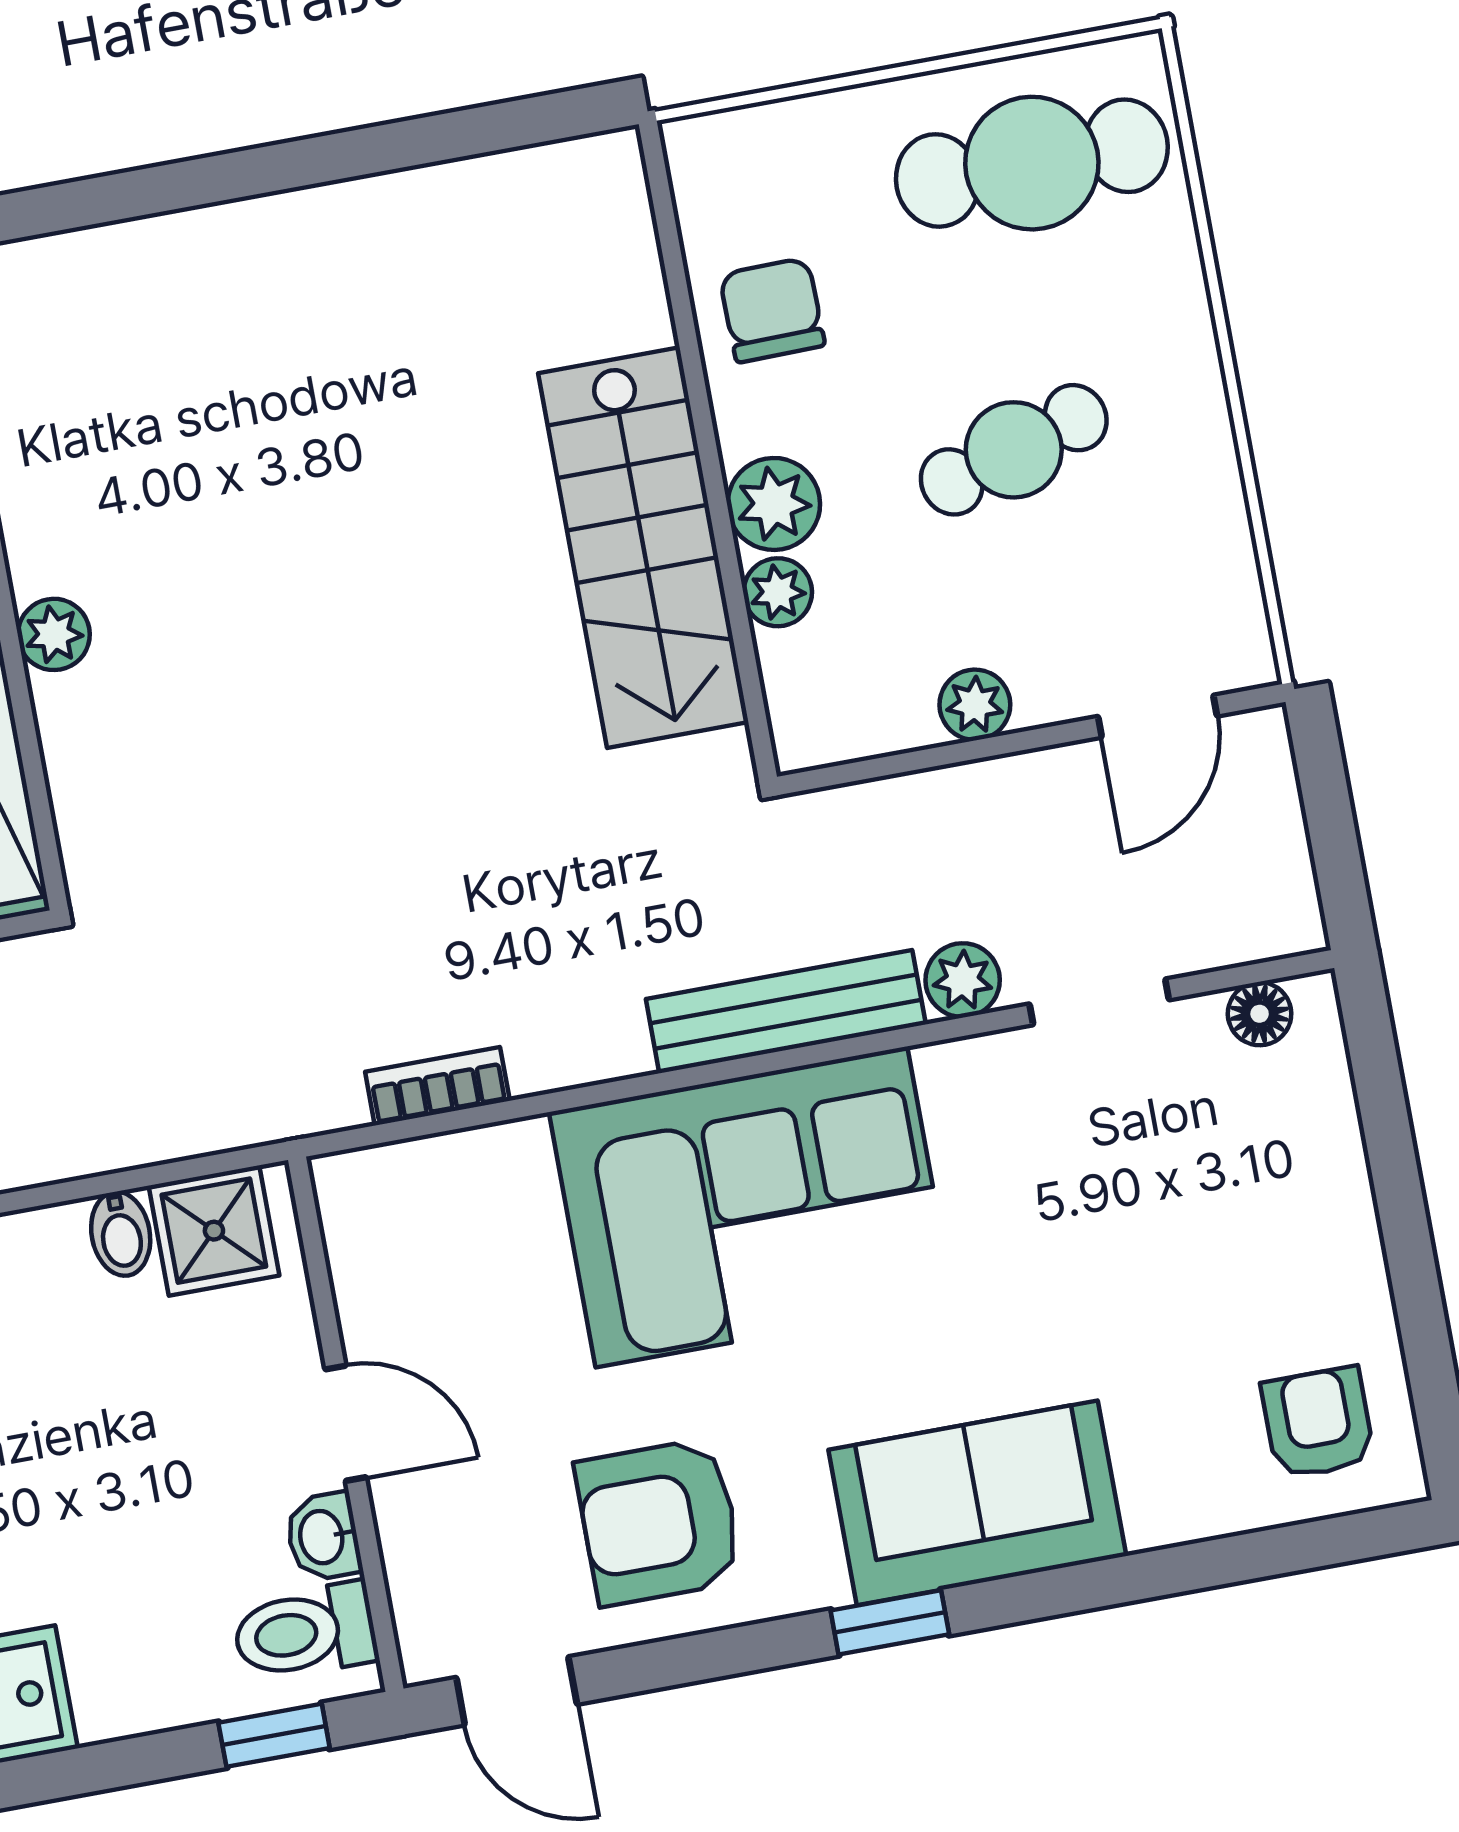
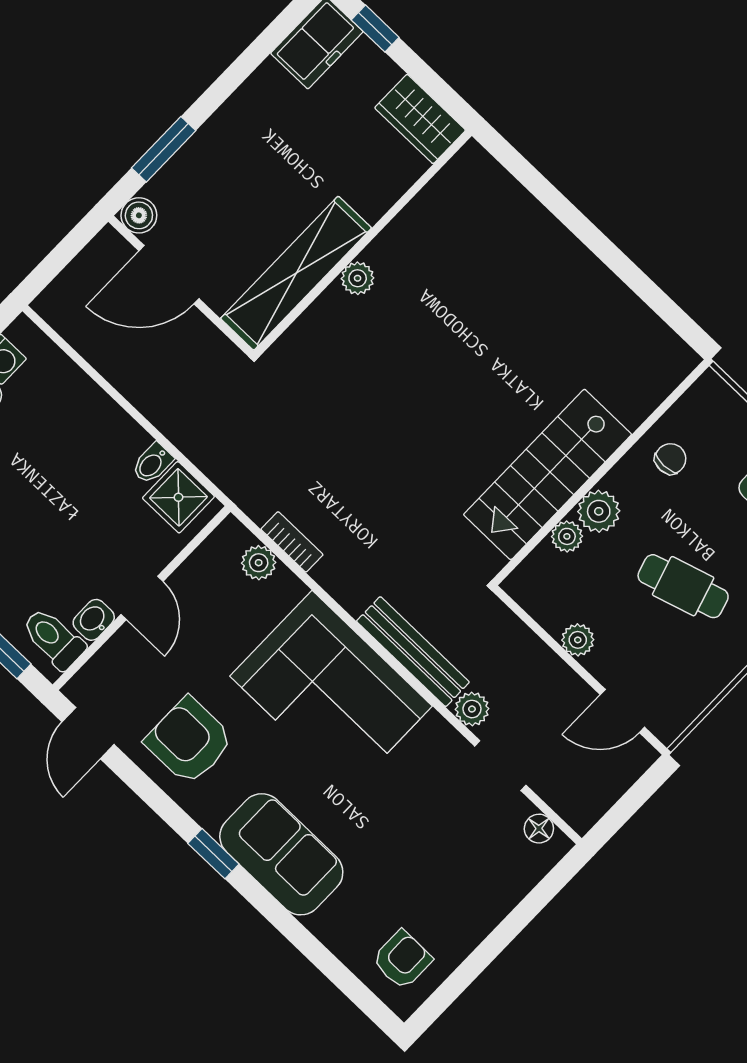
chair: (772, 310) -> (670, 459), width x0.73, depth x0.73
plant: (432, 1172) -> (259, 563), added

